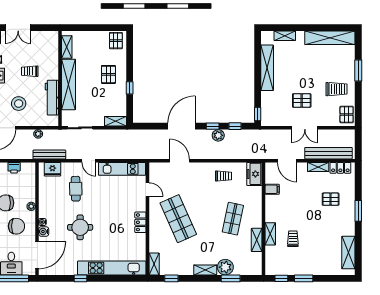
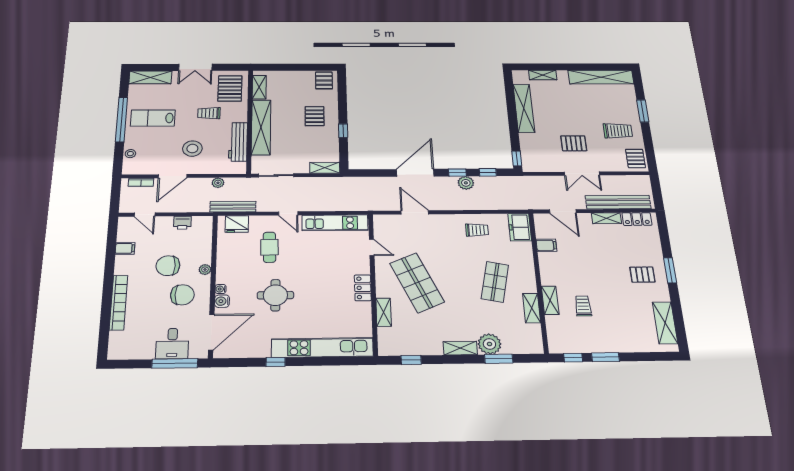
pallet: (45, 48) -> (230, 88), added
pallet: (331, 199) -> (642, 275), moved
shelving: (154, 264) -> (384, 312), moved

